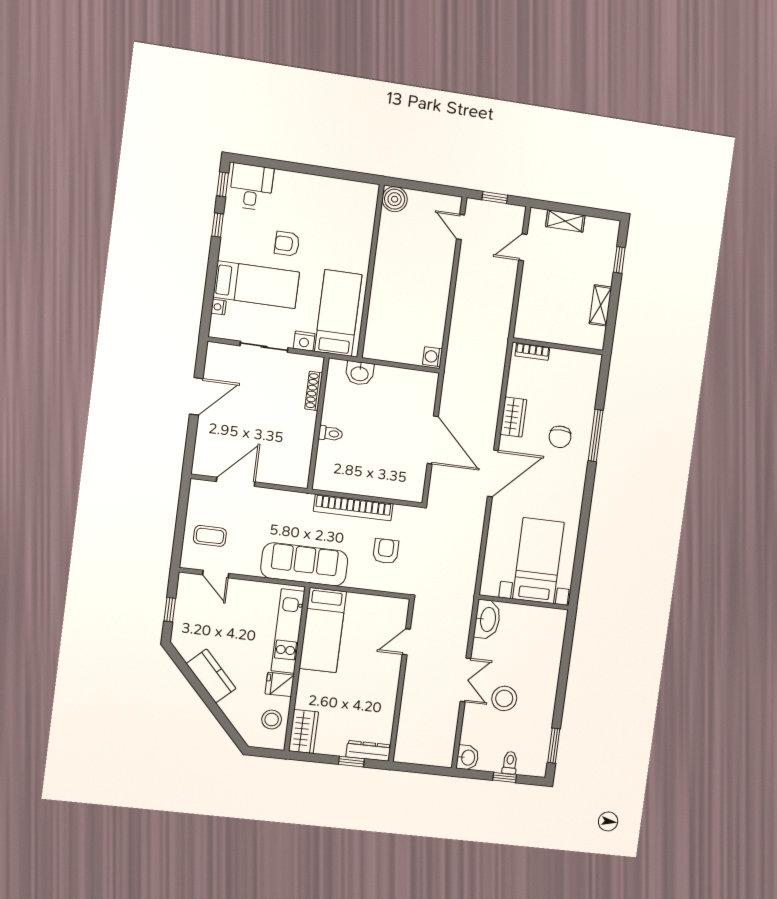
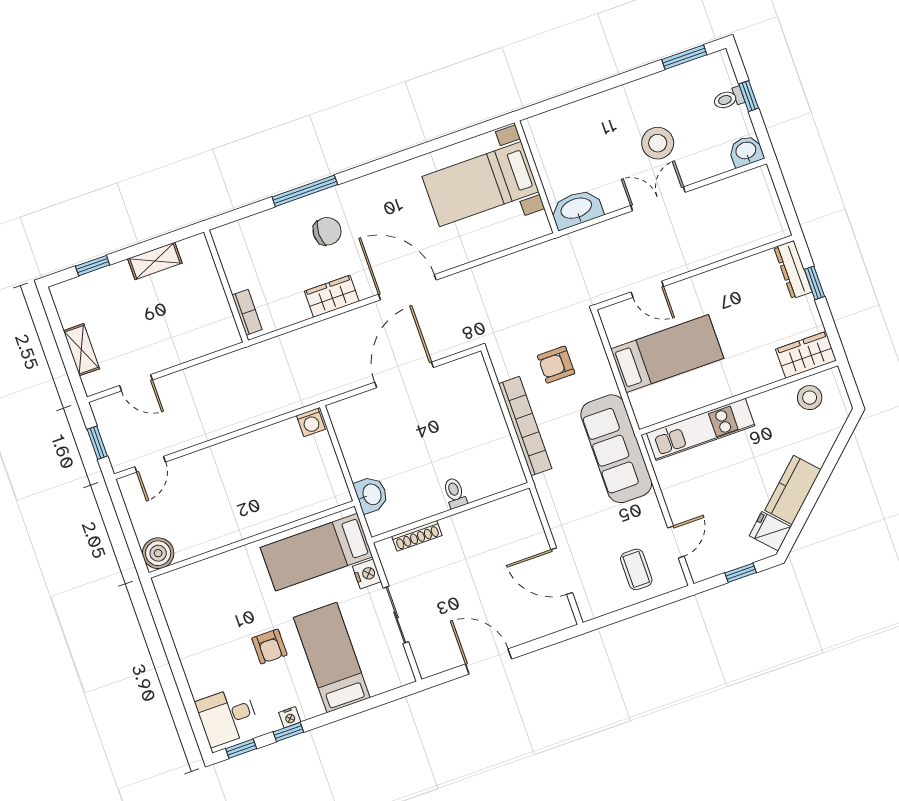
nightstand: (219, 307) -> (290, 717), moved
bed: (323, 630) -> (667, 354), moved
fridge: (280, 684) -> (770, 531), moved, turned 137

